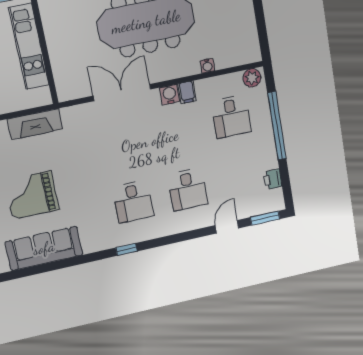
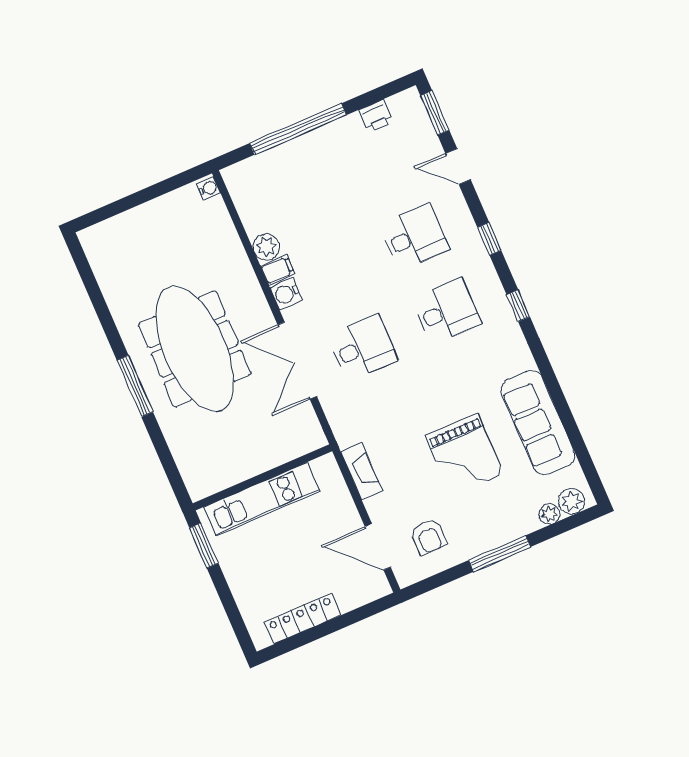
water cooler: (207, 66) -> (209, 188), moved
plant: (252, 78) -> (266, 247), moved
desk: (231, 117) -> (363, 348), moved
fireplace: (35, 124) -> (362, 472), width x0.73, depth x0.76
window: (175, 238) -> (489, 239), added

